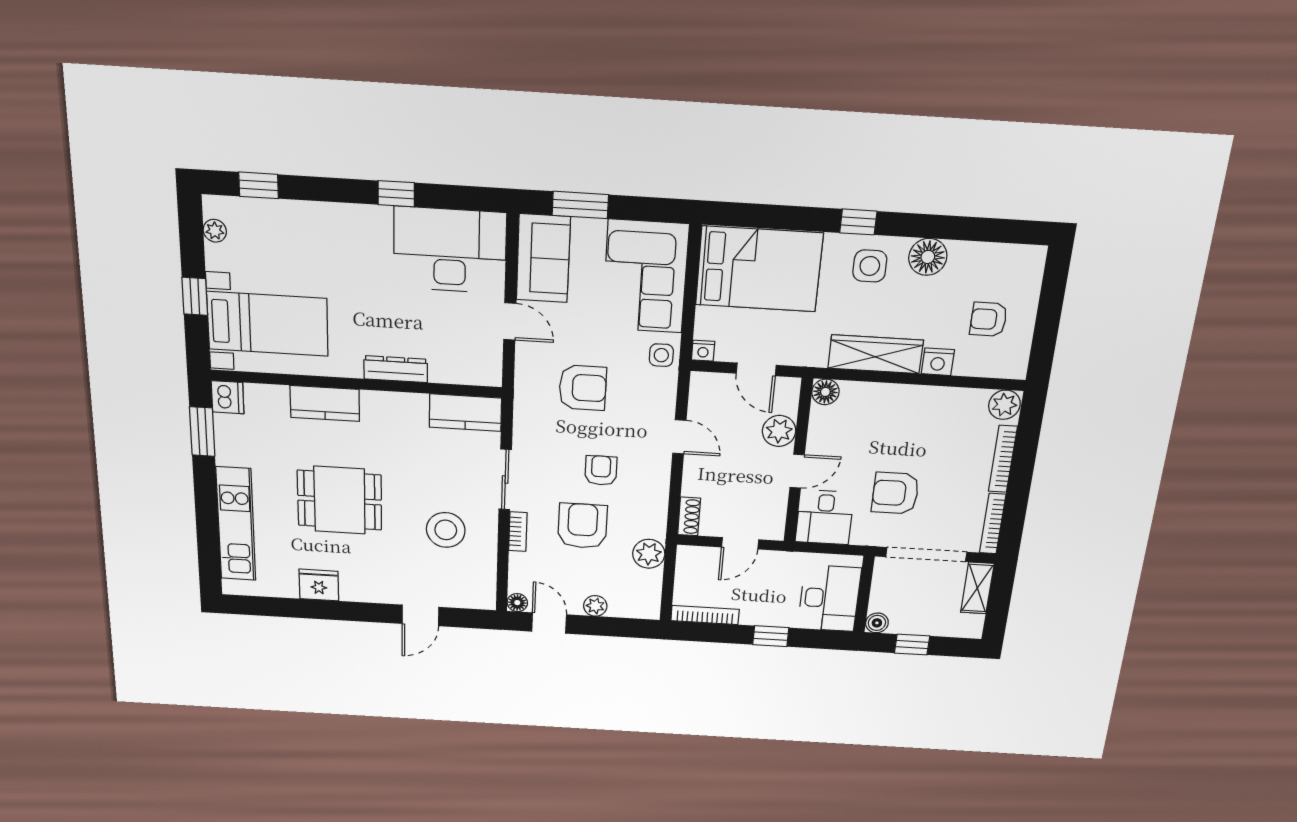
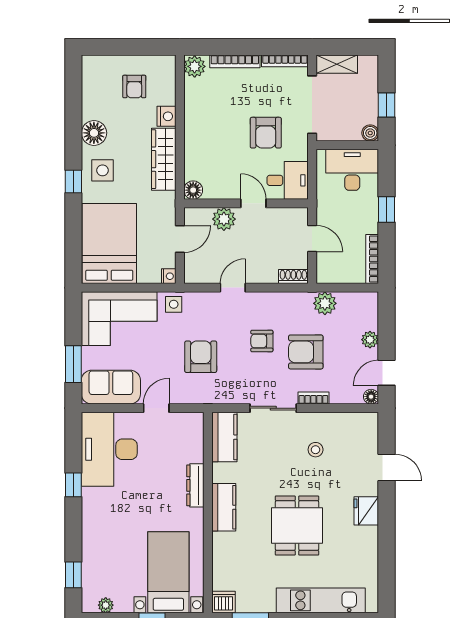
kitchen counter: (325, 403) -> (224, 507), moved
stool: (446, 530) -> (316, 450), width x0.53, depth x0.53
fridge: (319, 585) -> (366, 511), moved

